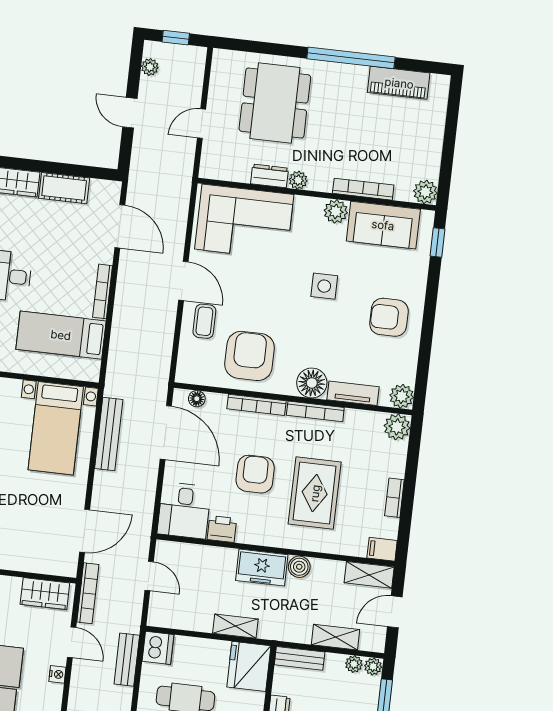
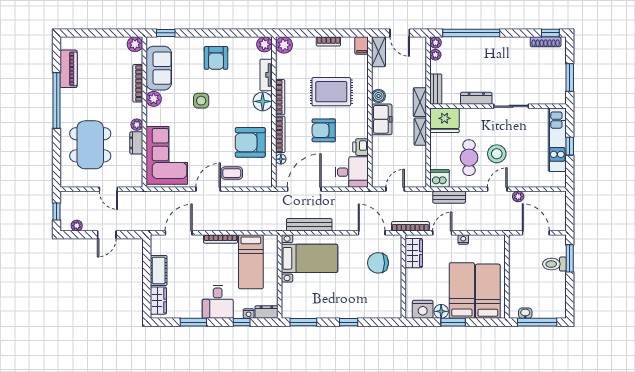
dining table: (275, 103) -> (90, 145), turned 90
floor lamp: (197, 399) -> (281, 159), moved
chair: (36, 536) -> (378, 263), added
shelving: (335, 637) -> (420, 102), moved

